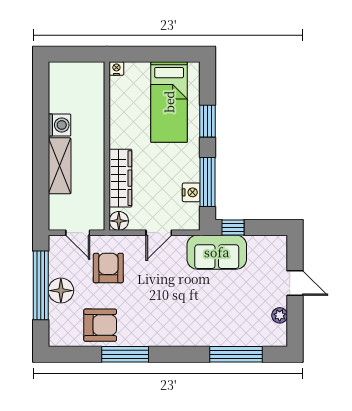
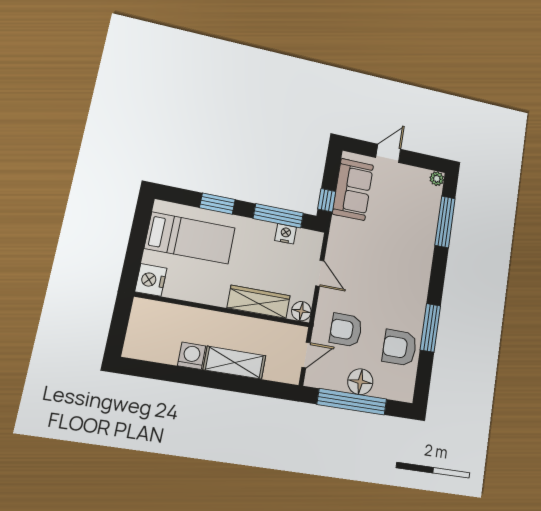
nightstand: (116, 69) -> (151, 280), width x1.89, depth x1.79
sofa: (217, 252) -> (353, 189), moved
plant: (280, 315) -> (437, 179), moved
armchair: (100, 325) -> (399, 348), turned -90

